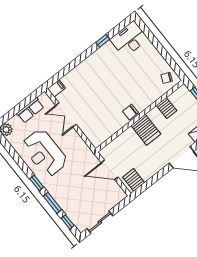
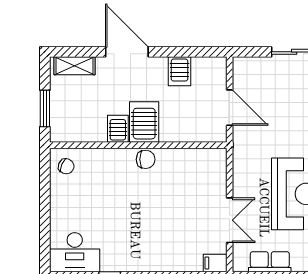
server rack: (166, 108) -> (118, 129), moved
server rack: (134, 180) -> (180, 71), moved

